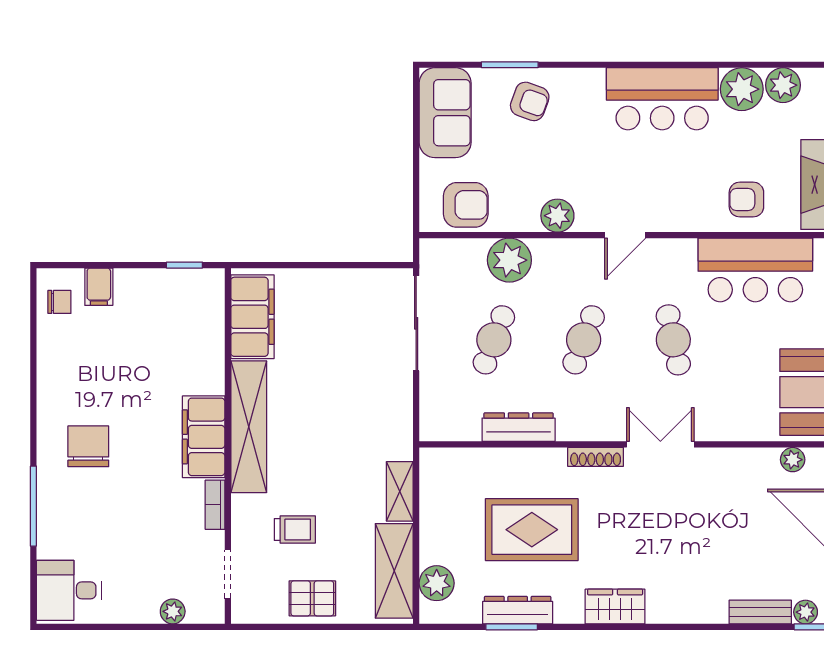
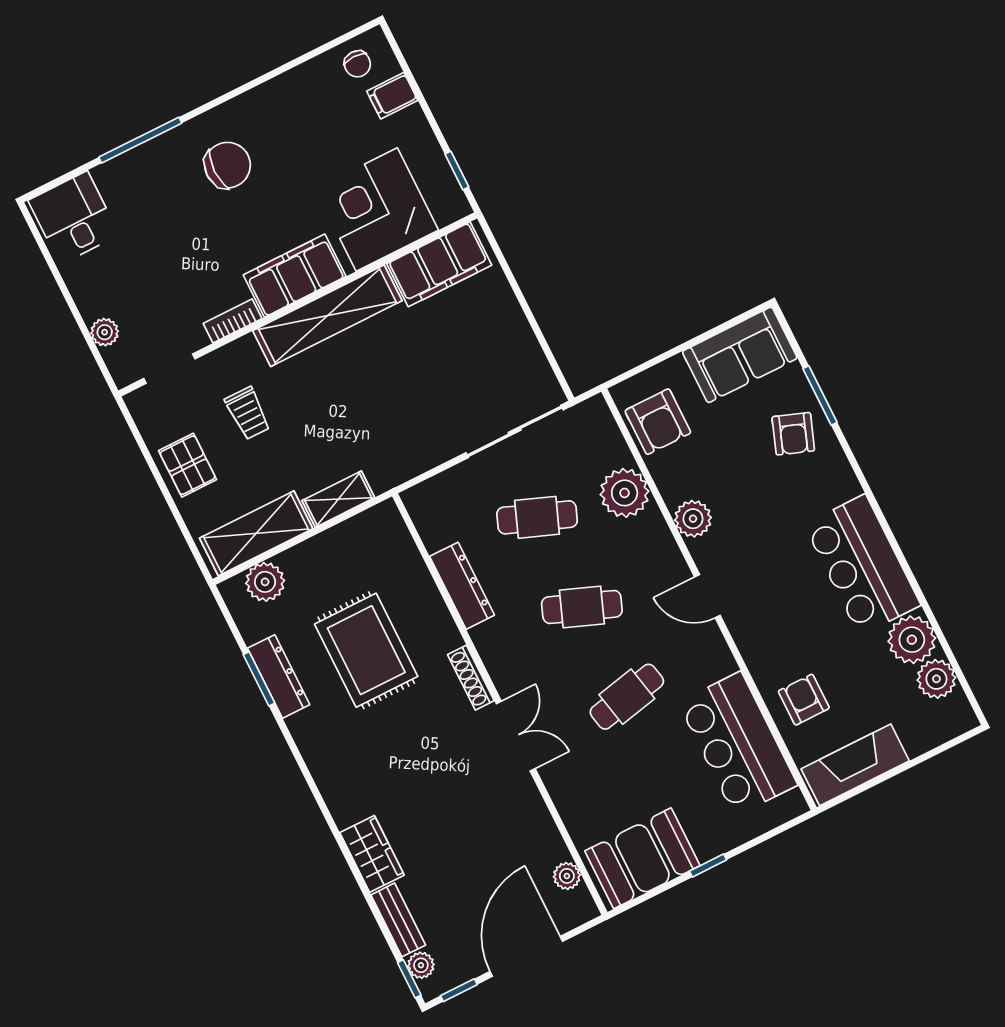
corner desk: (184, 345) -> (377, 209), added
wardrobe: (615, 607) -> (372, 854), moved

